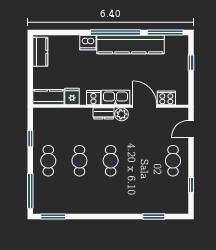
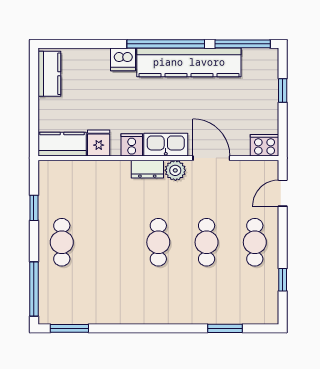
cooker: (166, 98) -> (265, 145), moved
cafe table: (79, 161) -> (207, 242), moved

